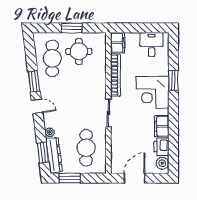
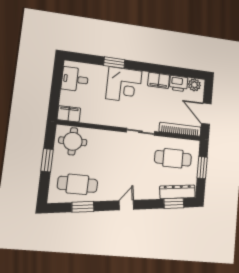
round table: (79, 51) -> (73, 141), moved
bookcase: (116, 75) -> (180, 129), moved
window: (34, 81) -> (83, 207), moved
plant: (50, 132) -> (154, 194), removed
window: (70, 178) -> (202, 168), moved

